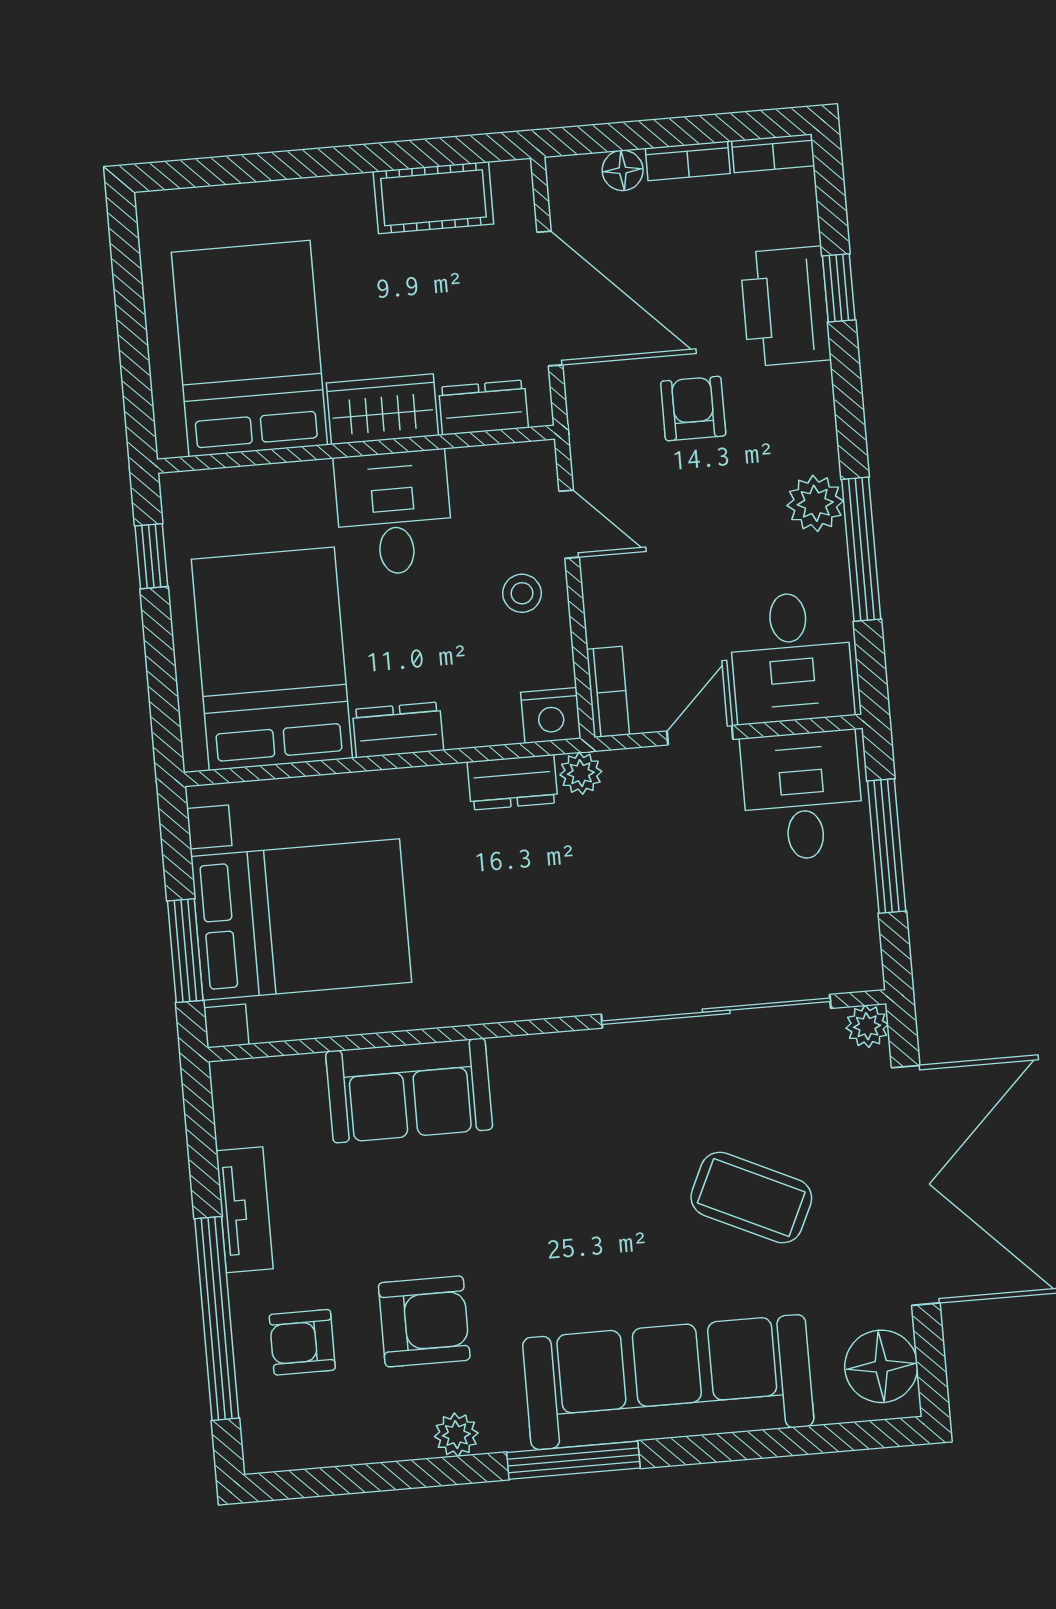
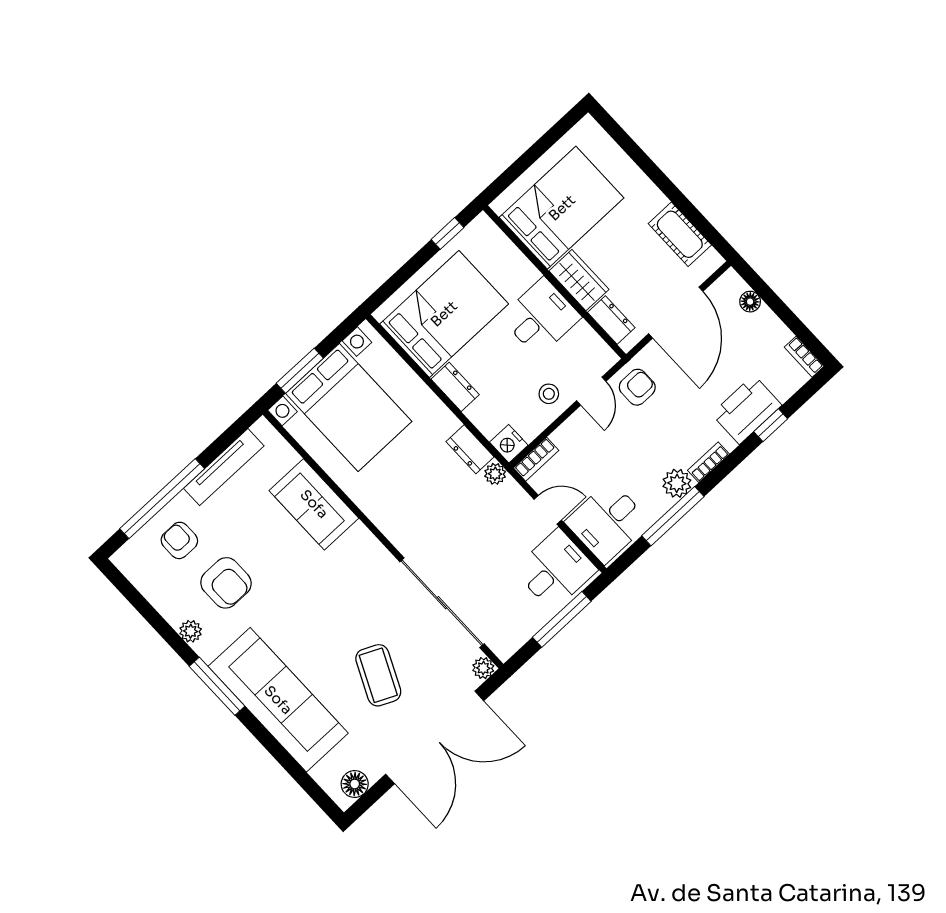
bookcase: (688, 161) -> (709, 462), moved, turned 90
armchair: (693, 408) -> (637, 387), moved
tv unit: (244, 1210) -> (224, 467), width x1.41
floor lamp: (881, 1366) -> (355, 784), width x0.73, depth x0.73

